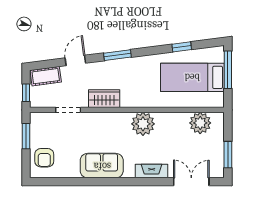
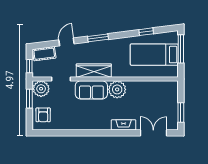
wardrobe: (104, 99) -> (94, 71), width x1.50
plant: (200, 123) -> (41, 89), moved
sofa: (102, 166) -> (91, 90), moved, turned 180

